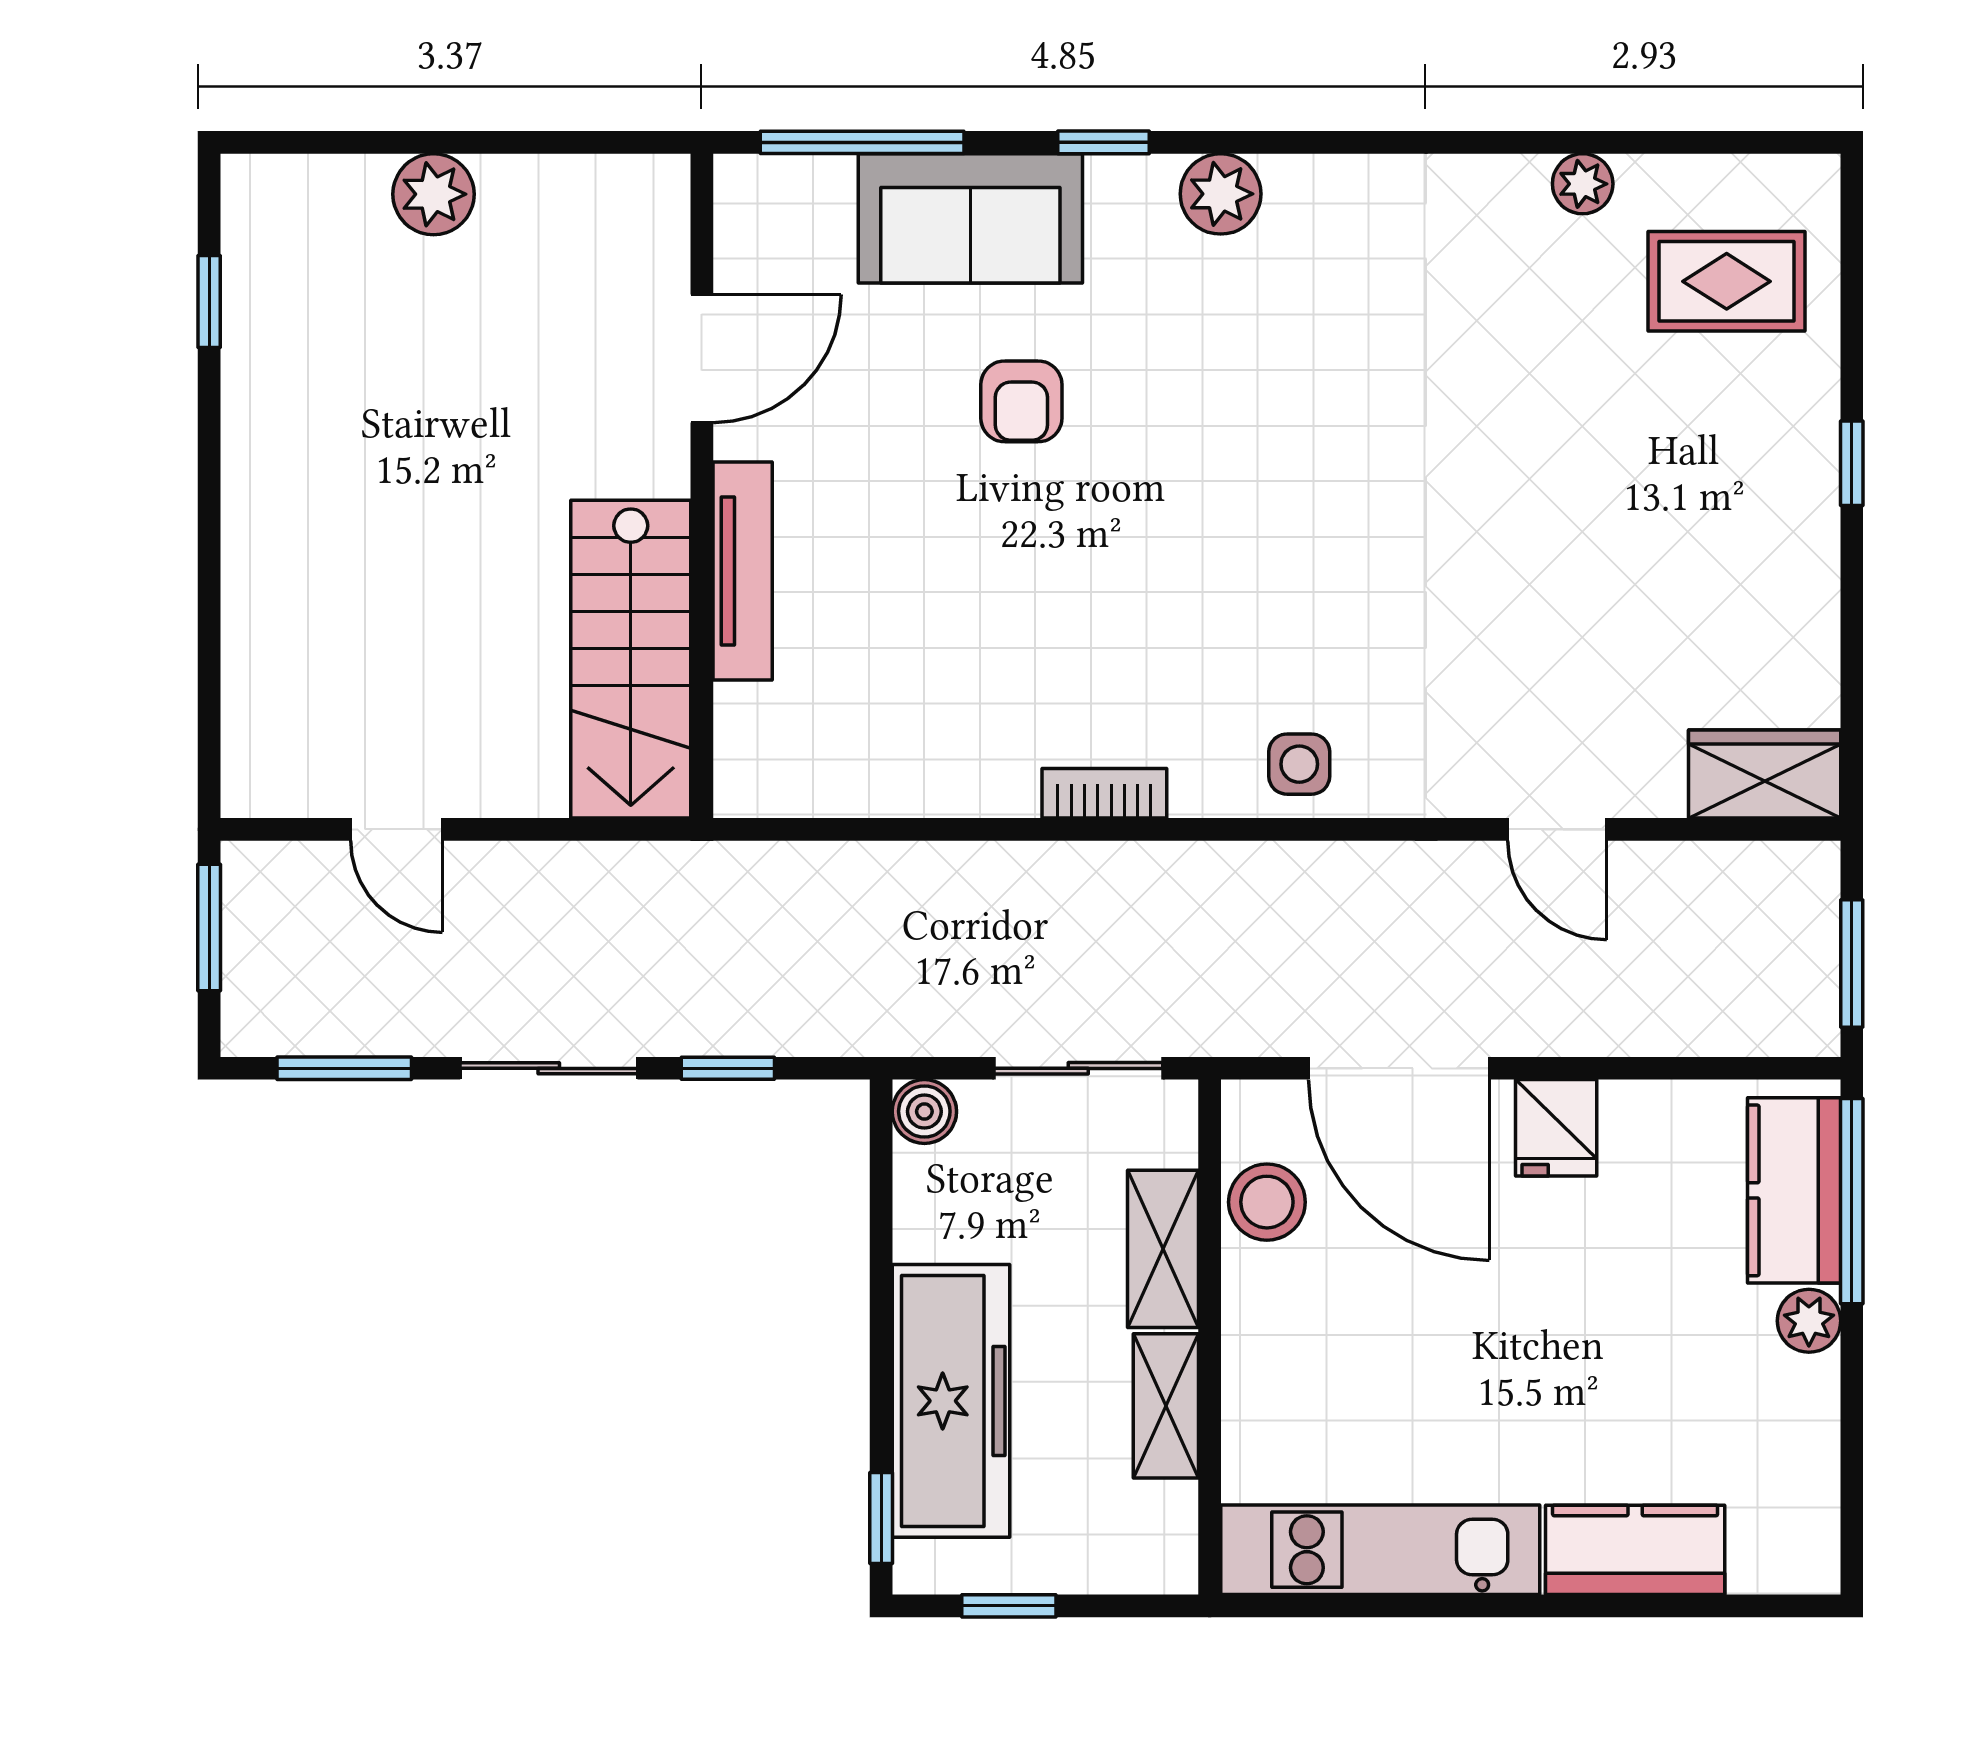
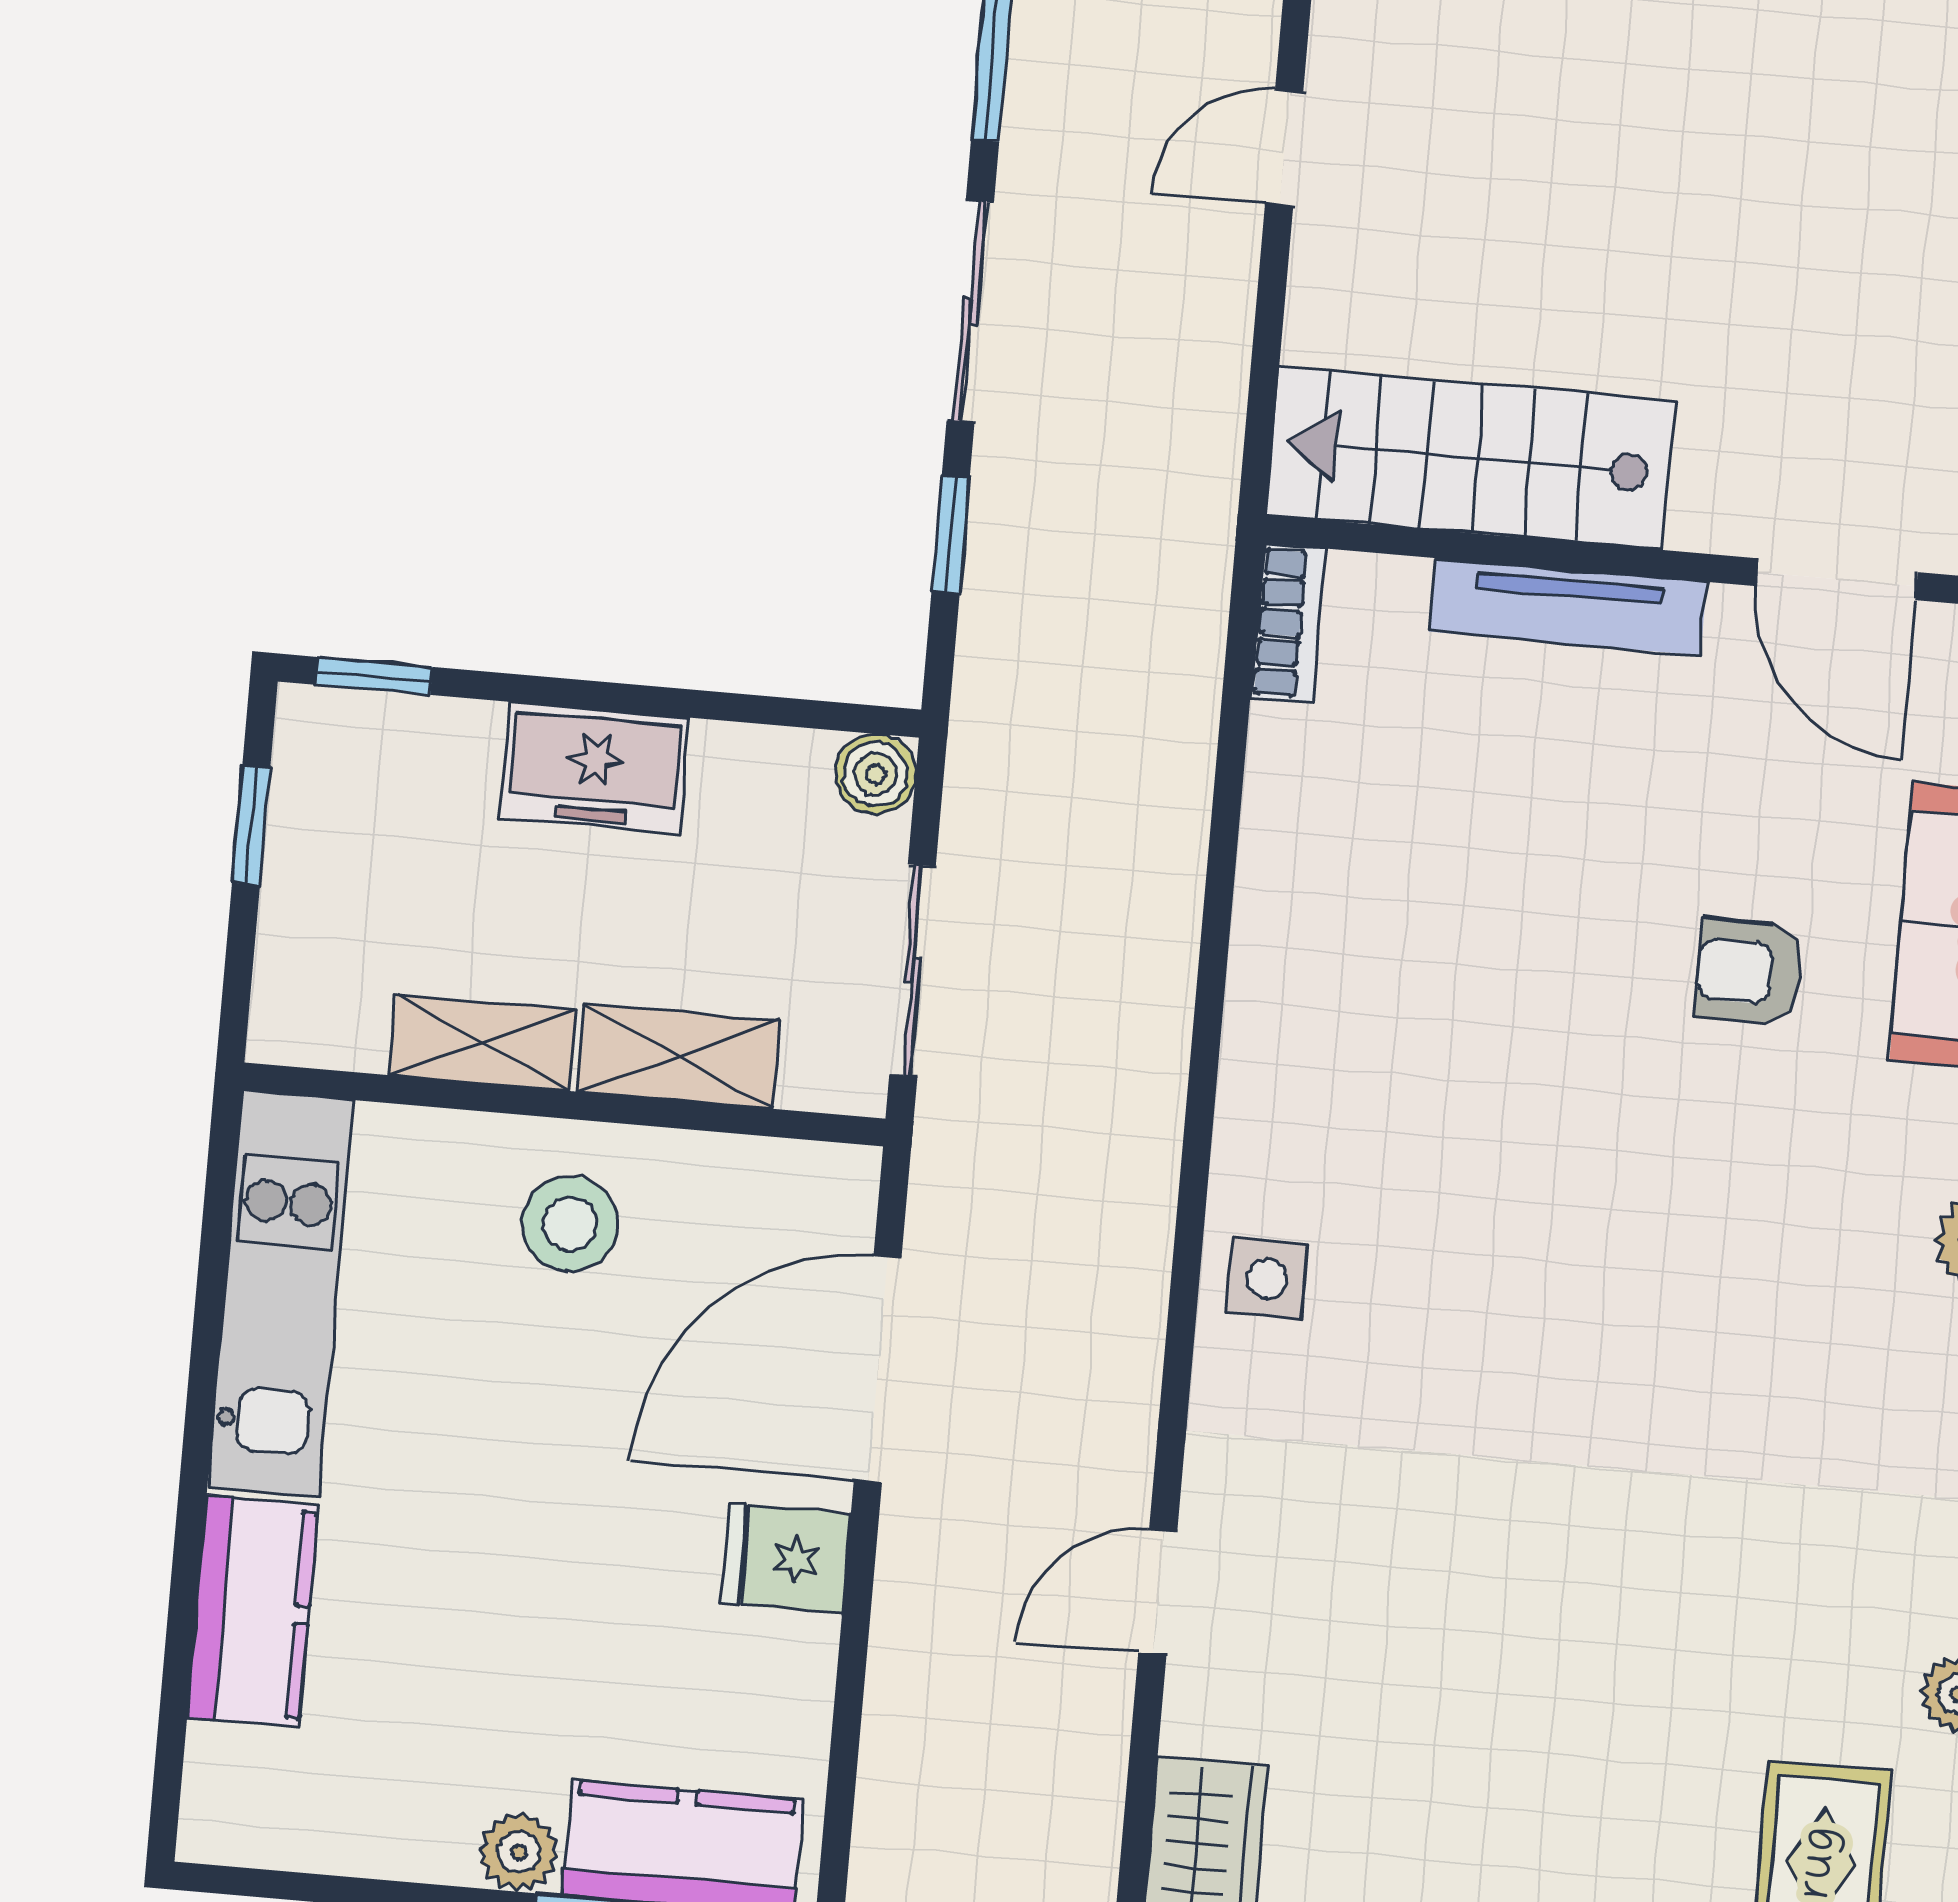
bookcase: (1104, 793) -> (1288, 623), moved
stool: (1267, 1202) -> (570, 1224), moved
freezer: (951, 1401) -> (595, 768), width x0.52, depth x0.79

